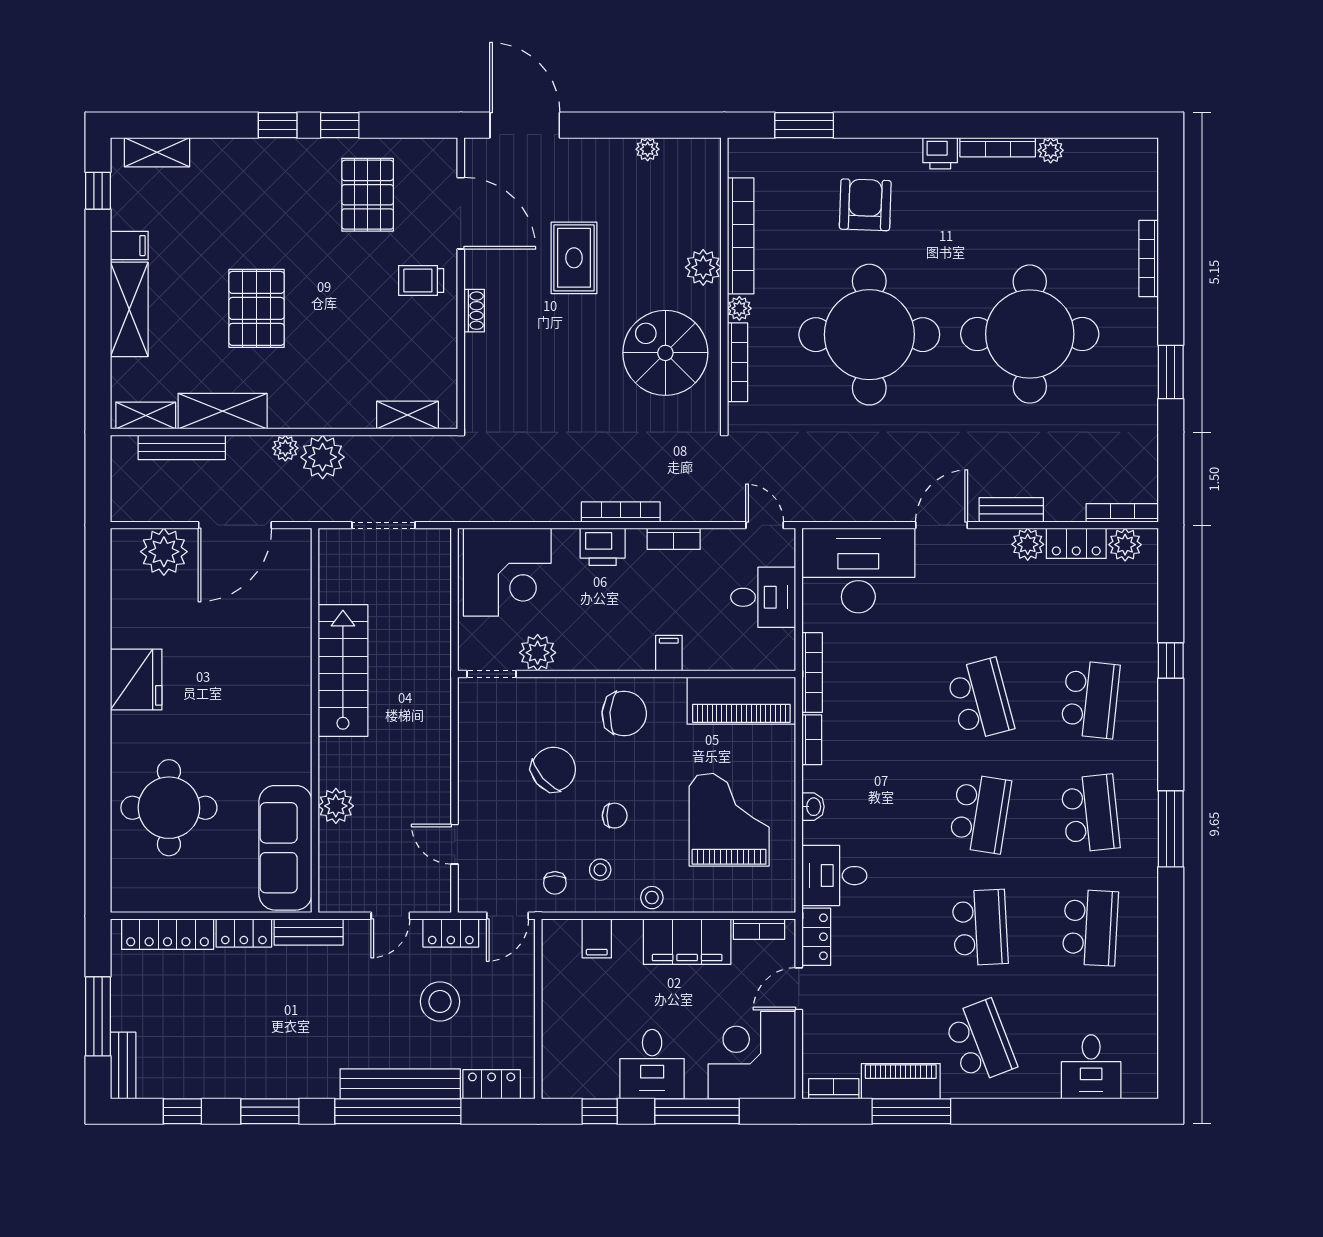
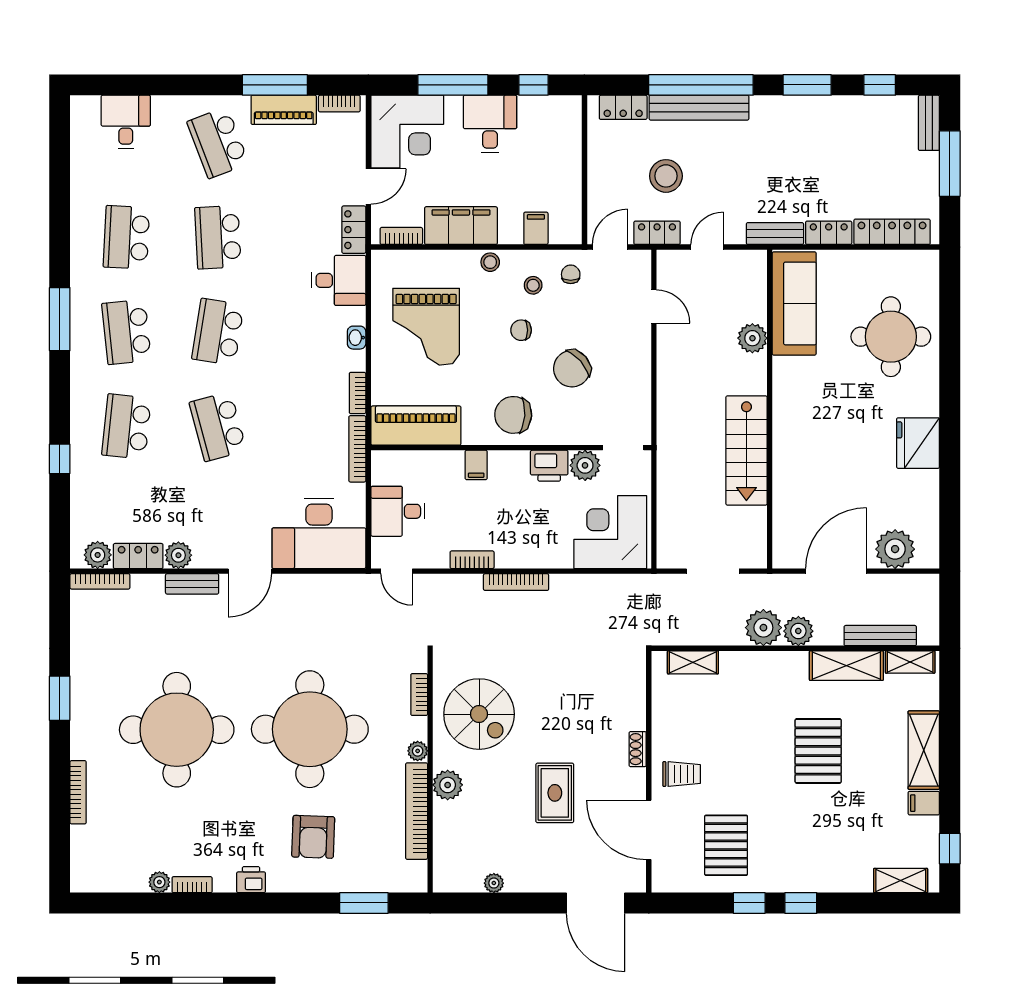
bookcase: (998, 147) -> (192, 885), width x0.64
bookcase: (737, 362) -> (419, 695), width x0.64
plant: (285, 448) -> (798, 631), width x1.38, depth x1.38
printer: (603, 547) -> (549, 466), moved, turned 180

